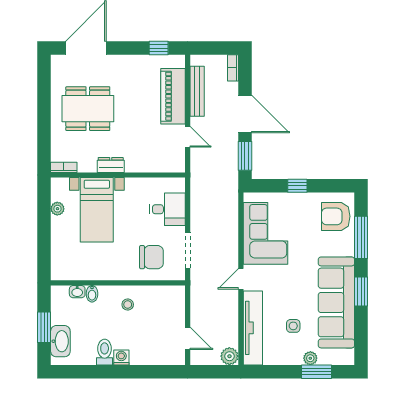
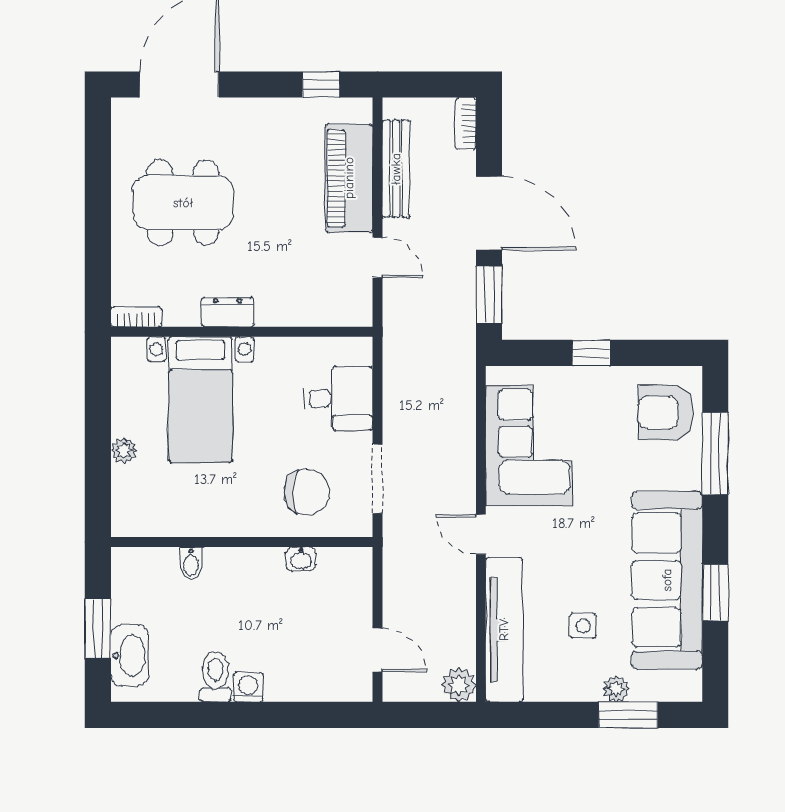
plant: (57, 209) -> (124, 451), moved
door: (241, 279) -> (481, 534), hinge flipped
washbasin: (77, 292) -> (301, 559), moved
window: (361, 292) -> (715, 593), moved
stool: (128, 305) -> (261, 584), removed

